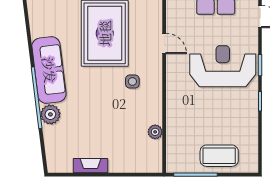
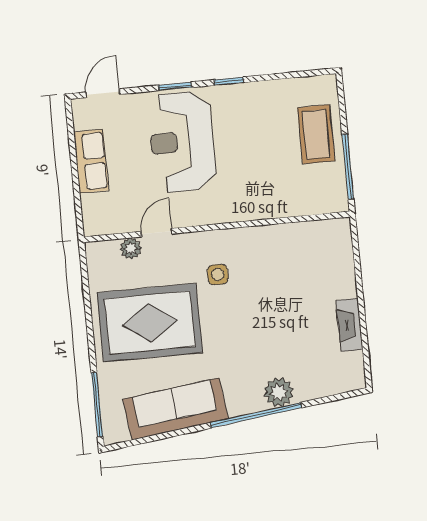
sofa: (49, 70) -> (176, 409), moved
plant: (155, 132) -> (131, 249), moved

